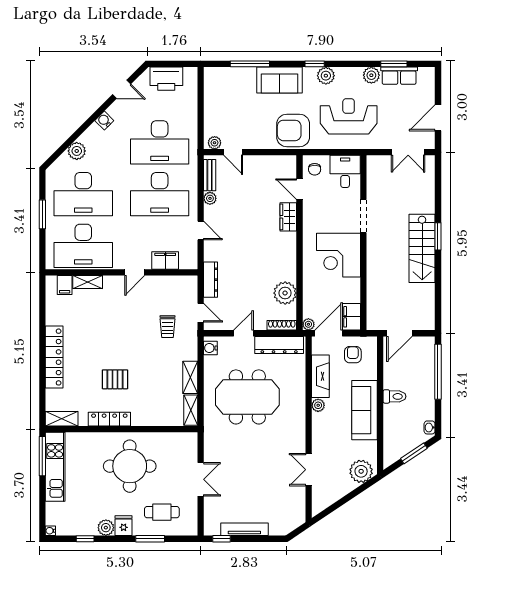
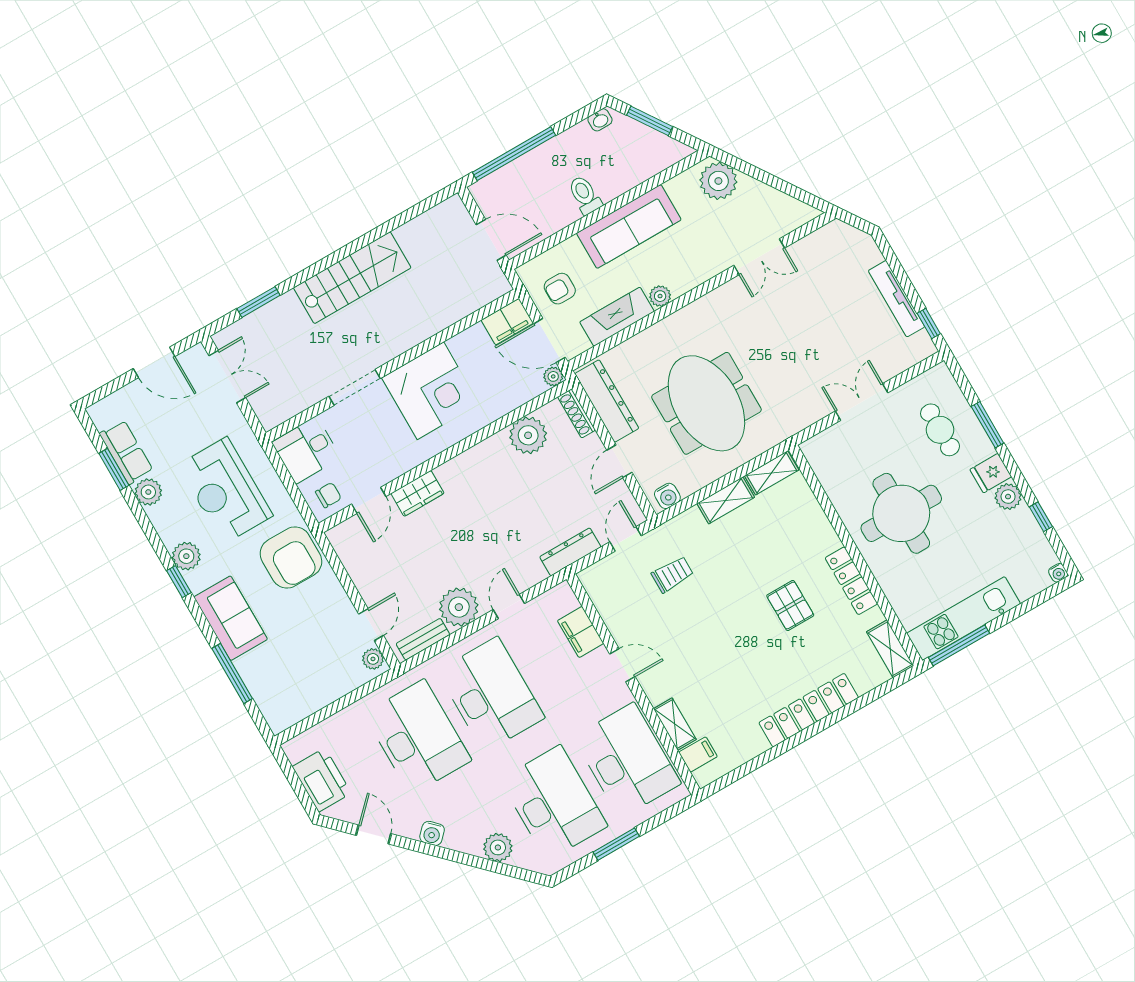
plant: (210, 198) -> (459, 607), width x1.87, depth x1.87
window: (438, 236) -> (258, 302), moved
door: (243, 333) -> (619, 461), hinge flipped

